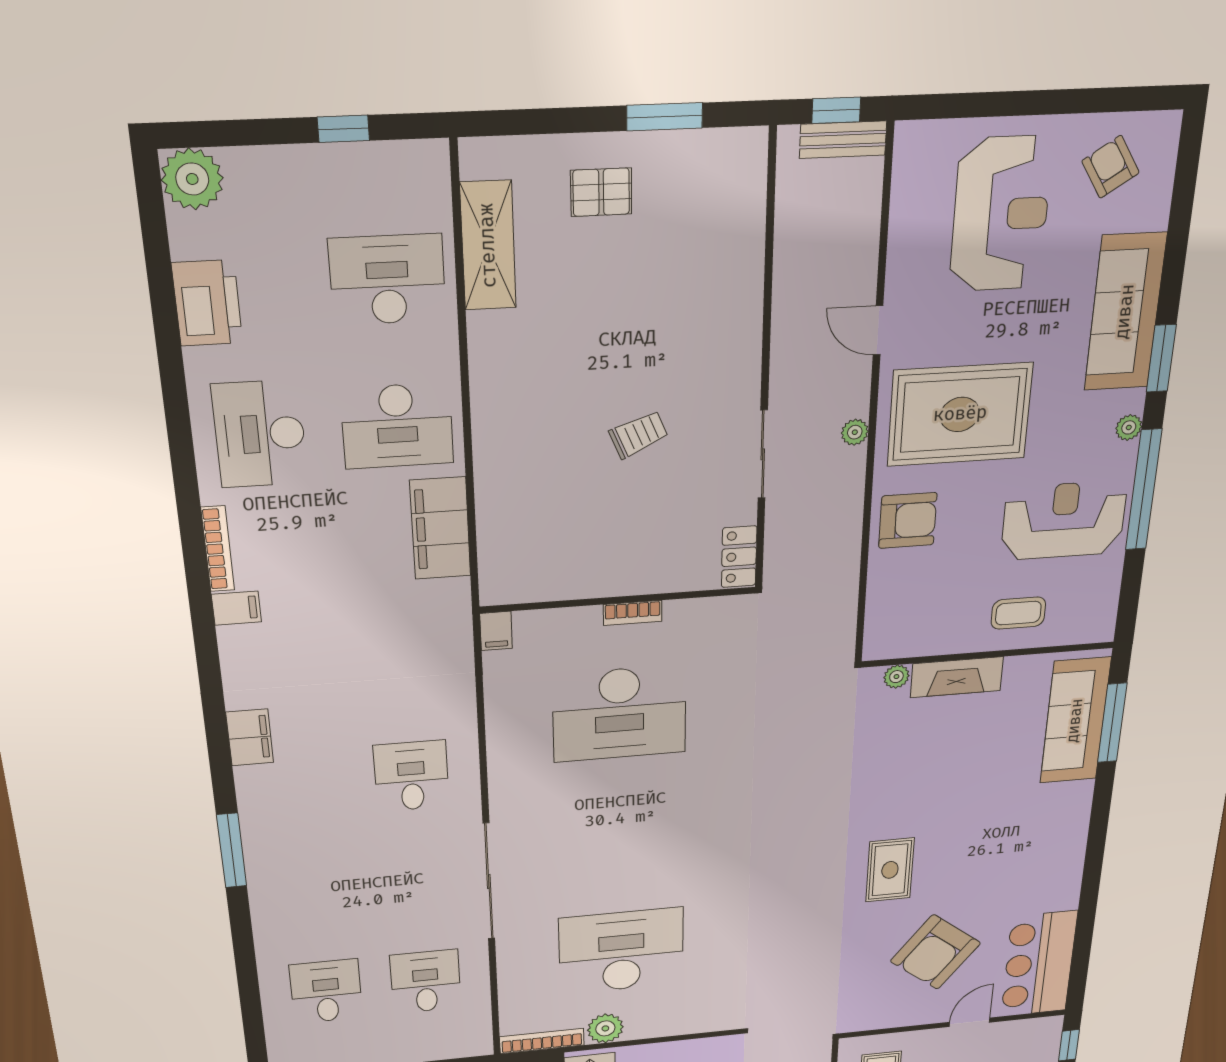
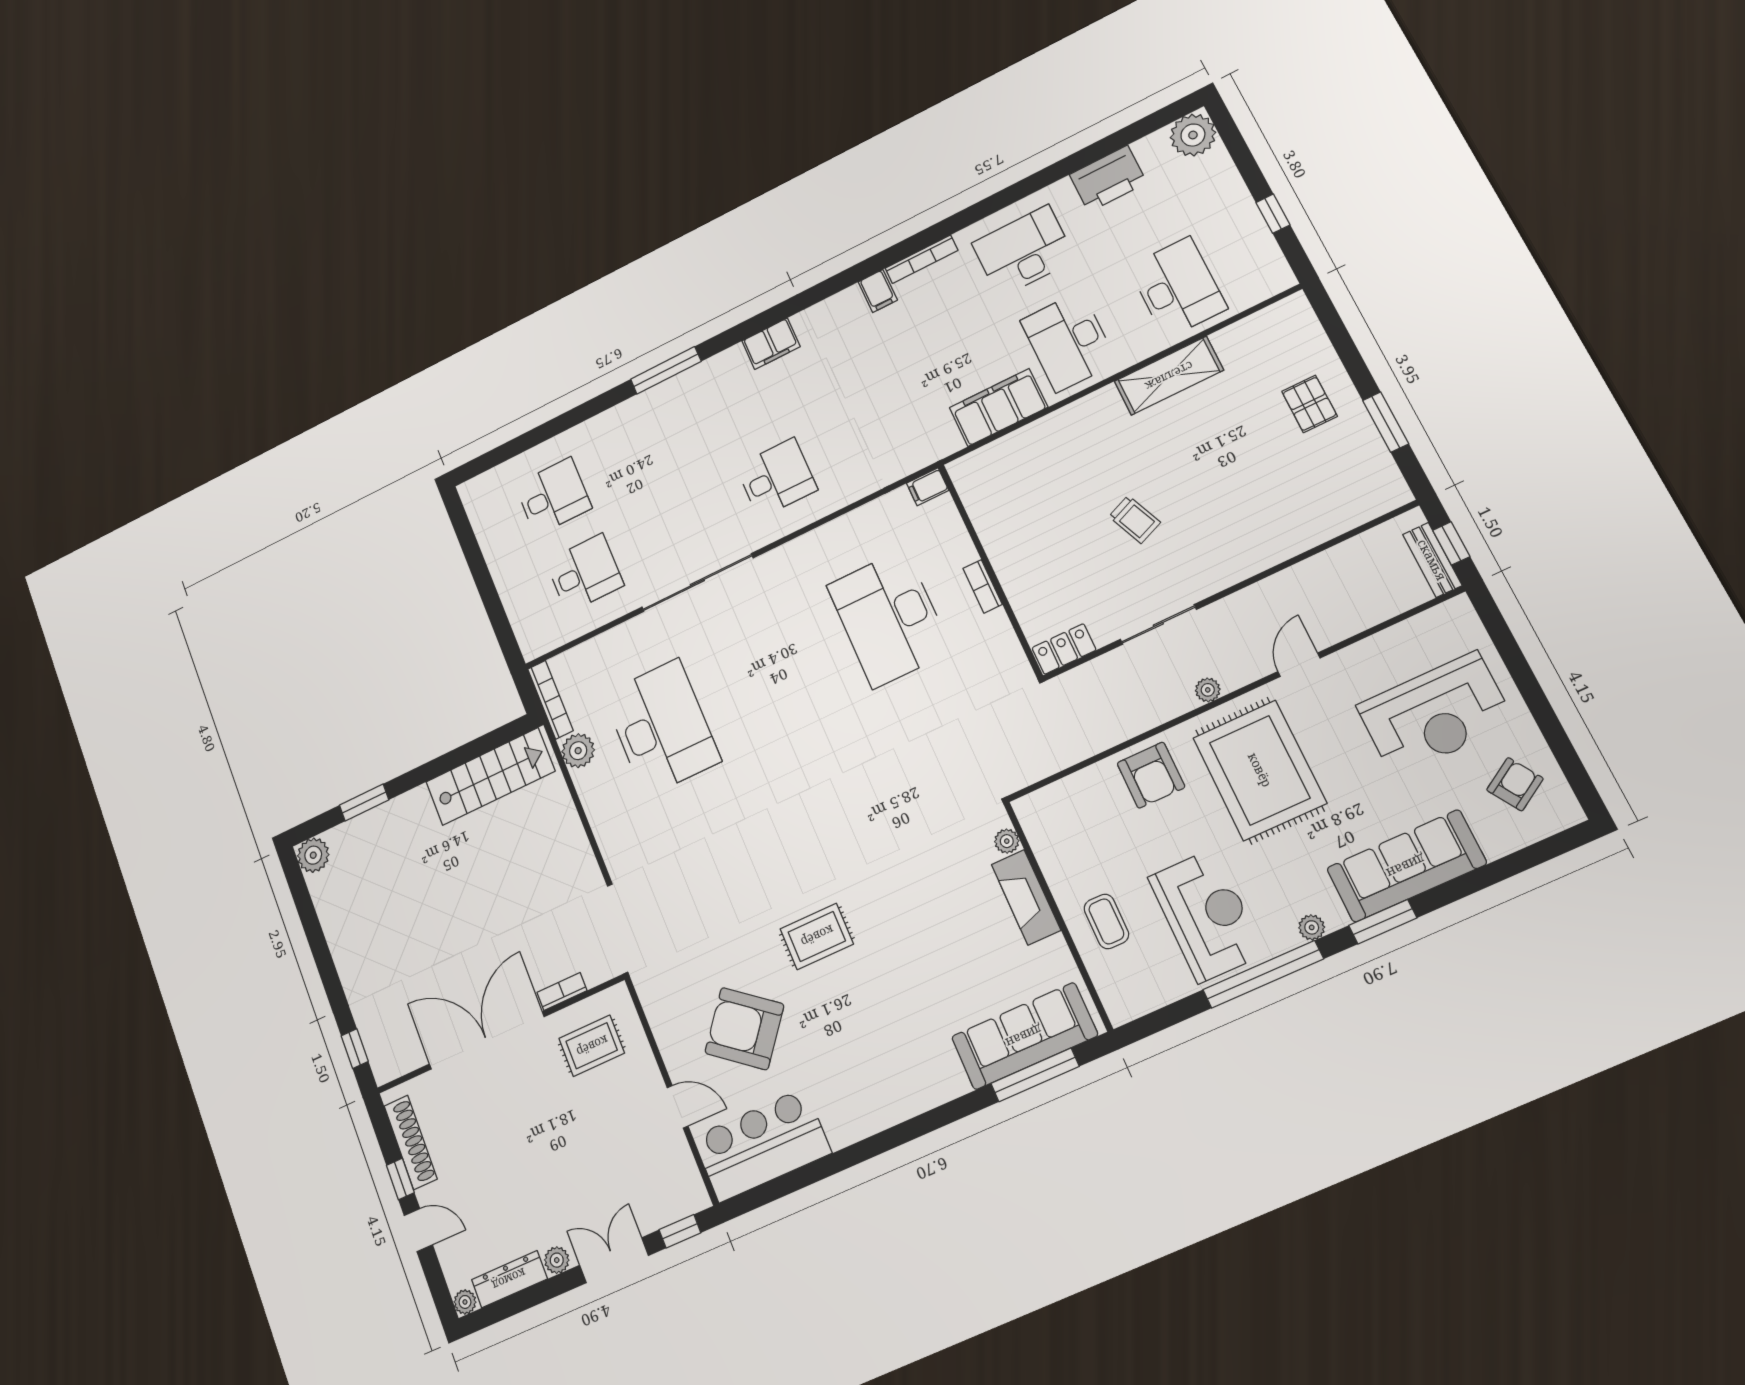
shelving: (488, 246) -> (1169, 376), moved

